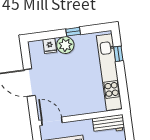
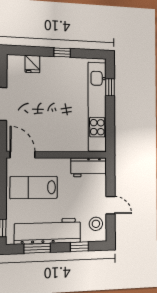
plant: (65, 45) -> (51, 66), removed

